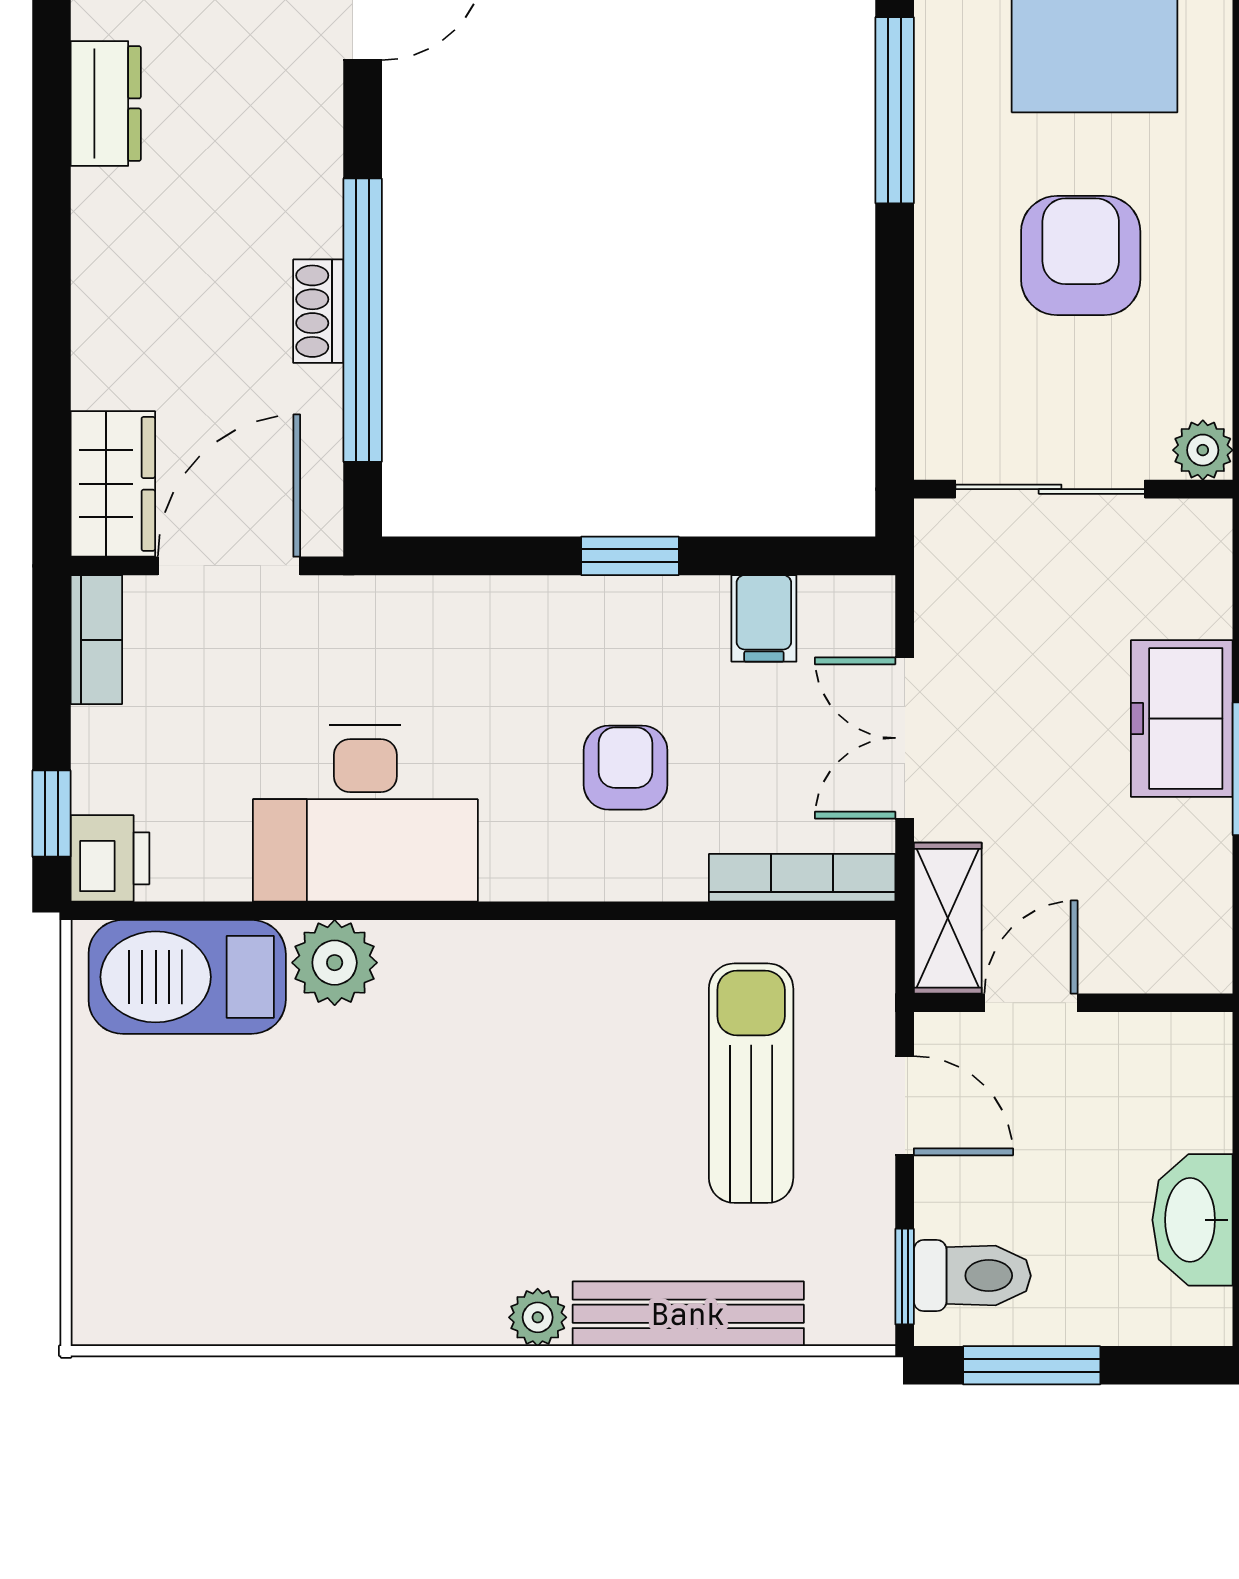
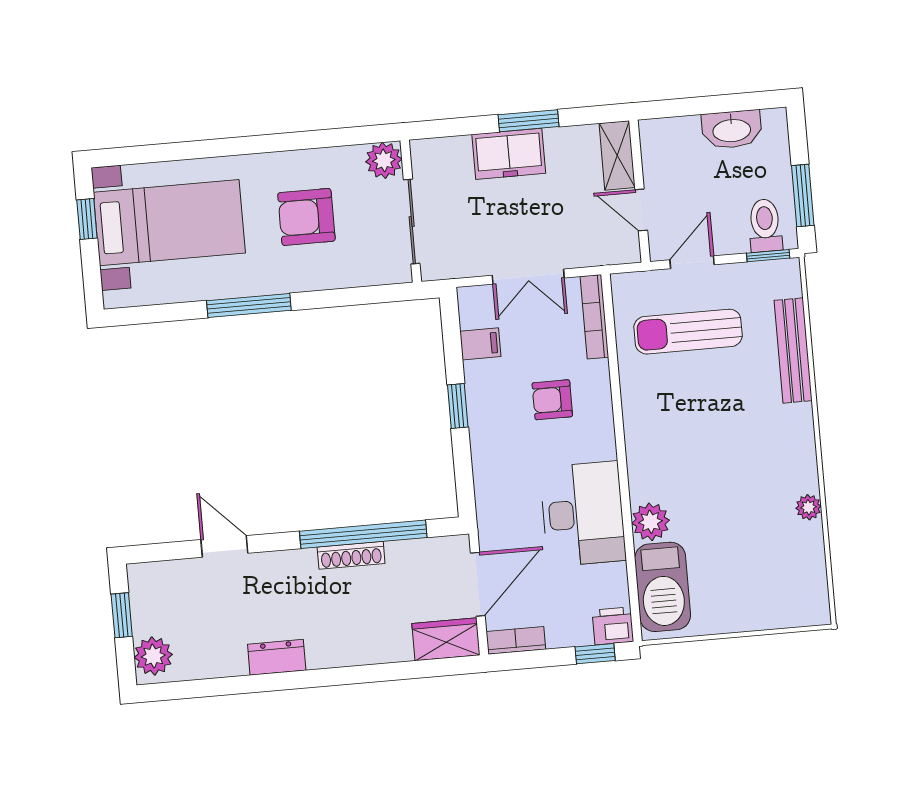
shoe rack: (318, 311) -> (351, 555), width x1.43
plant: (1203, 450) -> (384, 160), width x1.38, depth x1.38
door: (229, 566) -> (478, 584), swing flipped
shelving: (948, 918) -> (617, 155), moved, turned 90
plant: (538, 1317) -> (808, 507), moved

